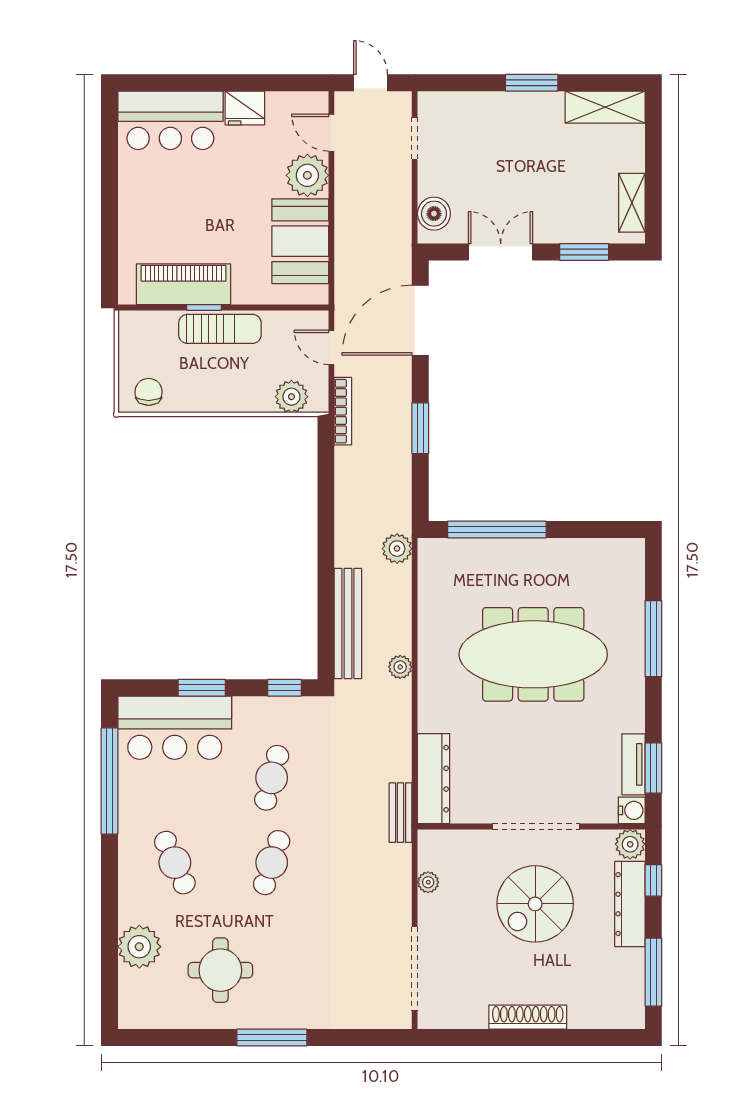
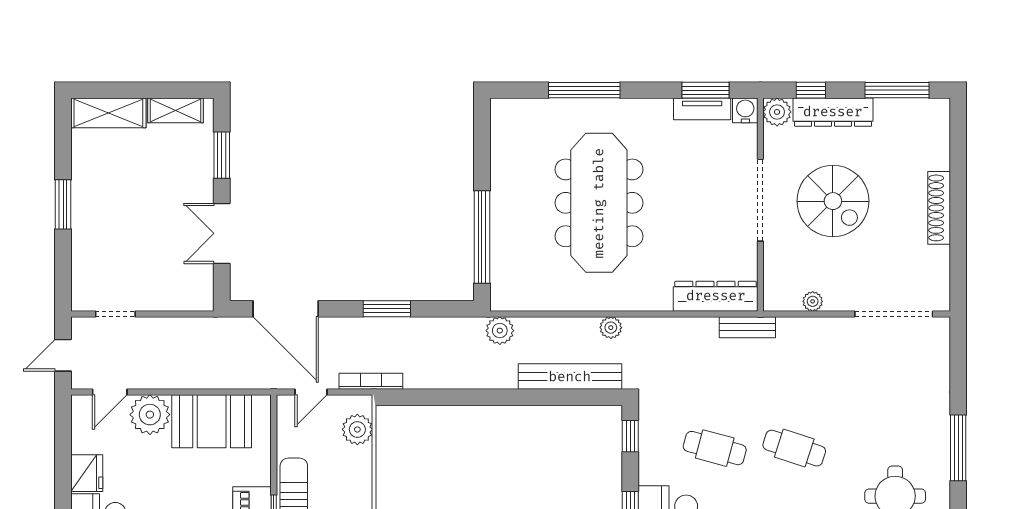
shelving: (605, 107) -> (108, 113), moved, turned 90
boiler: (434, 214) -> (186, 296), removed

